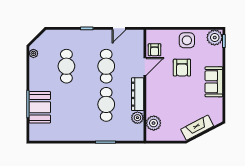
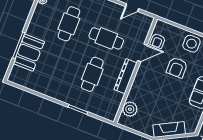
cafe table: (106, 66) -> (106, 38), turned 90
plant: (137, 118) -> (117, 98), removed

